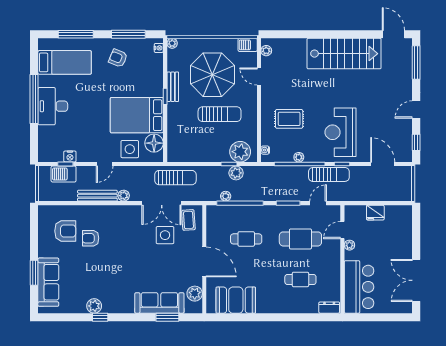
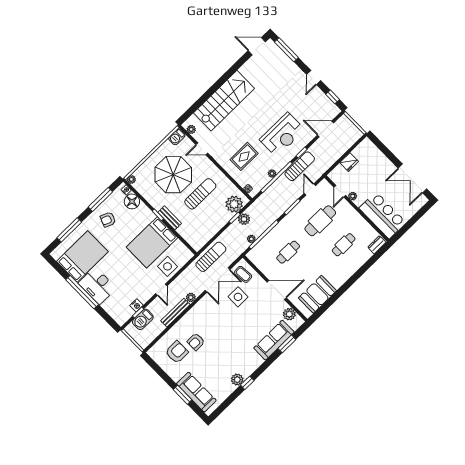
stairs: (344, 54) -> (224, 101), moved
bed: (65, 62) -> (82, 256), width x1.50
bench: (173, 87) -> (170, 218), moved
reception desk: (340, 132) -> (282, 135), turned -90
floor lamp: (154, 143) -> (132, 201), moved

